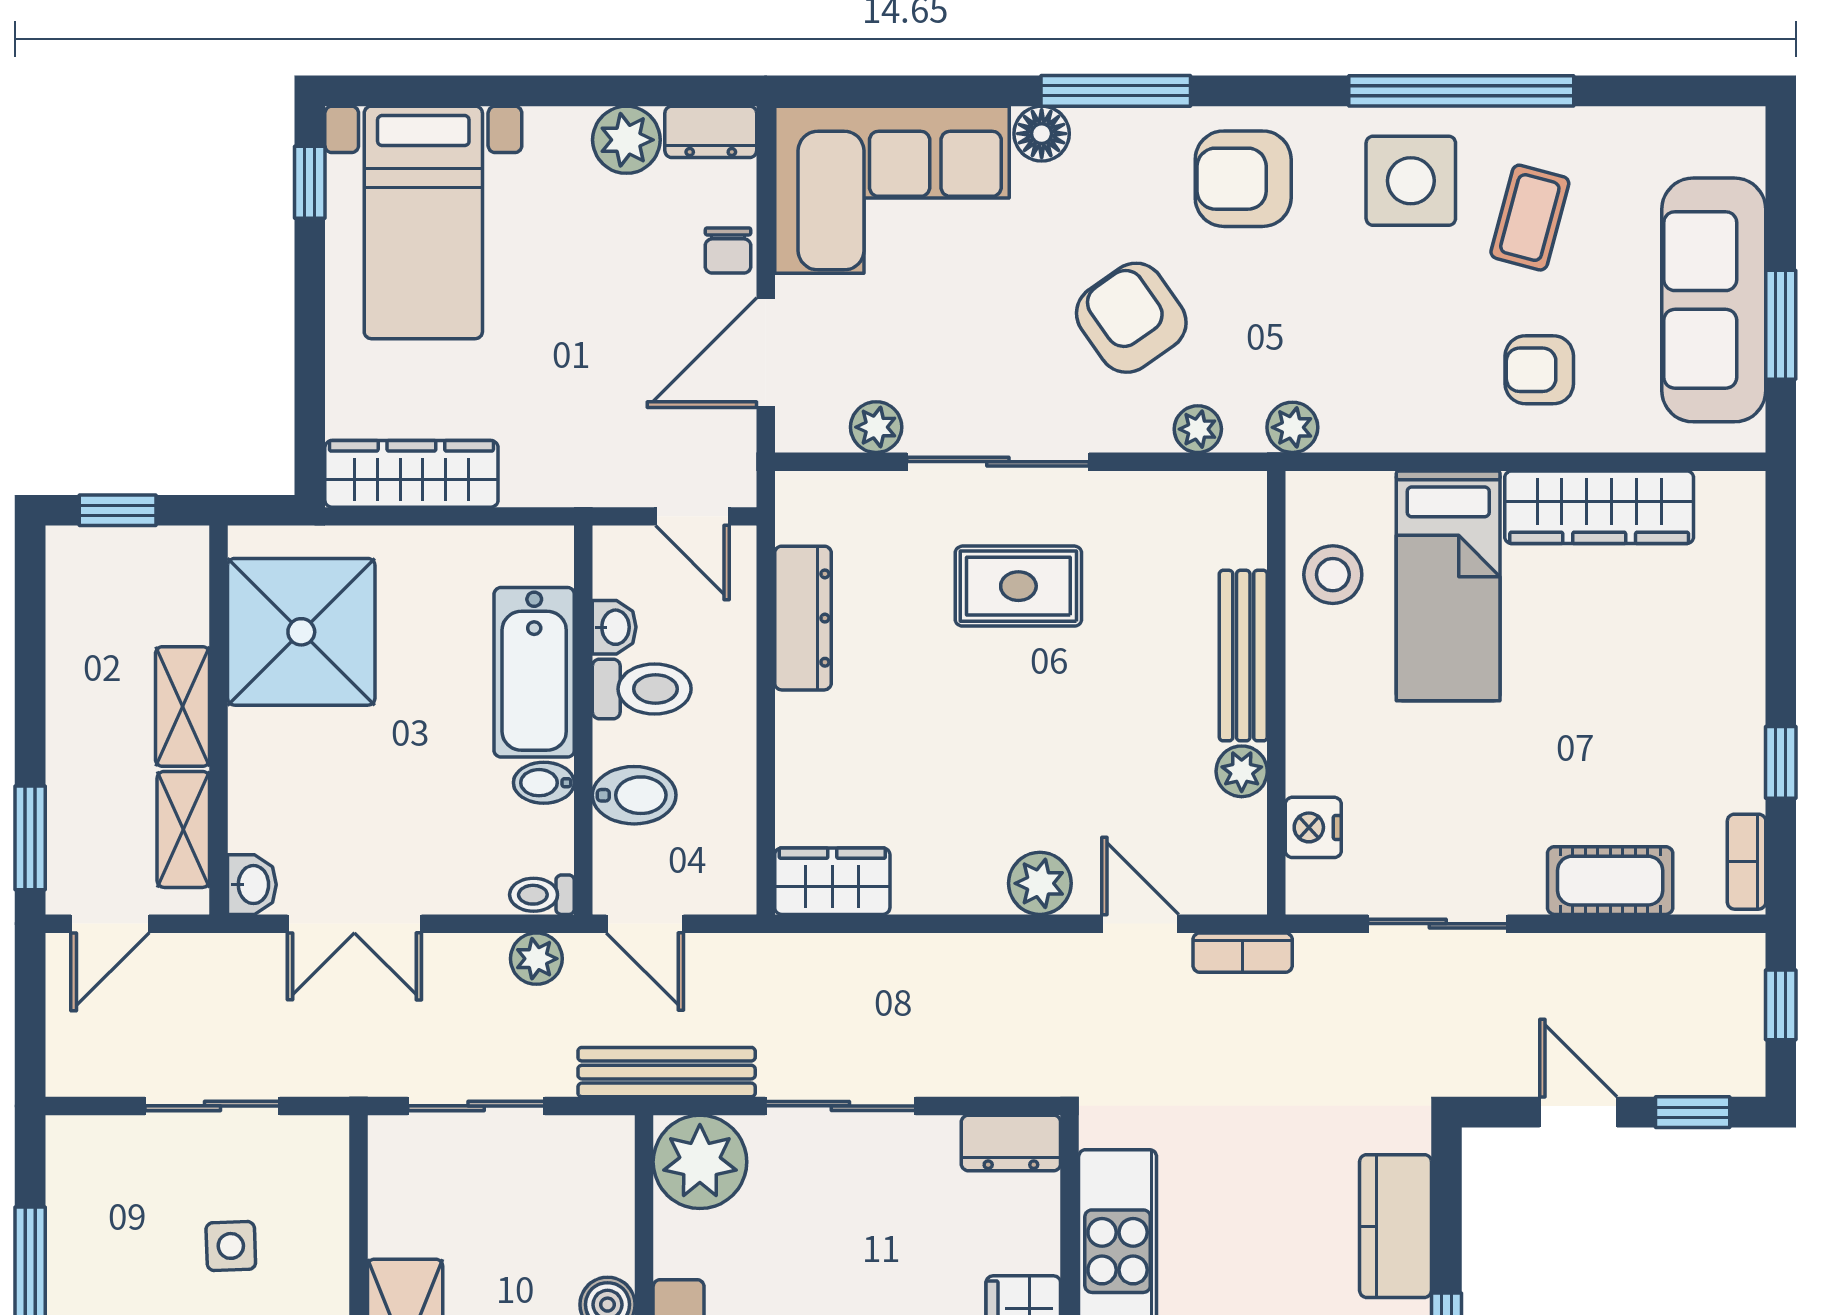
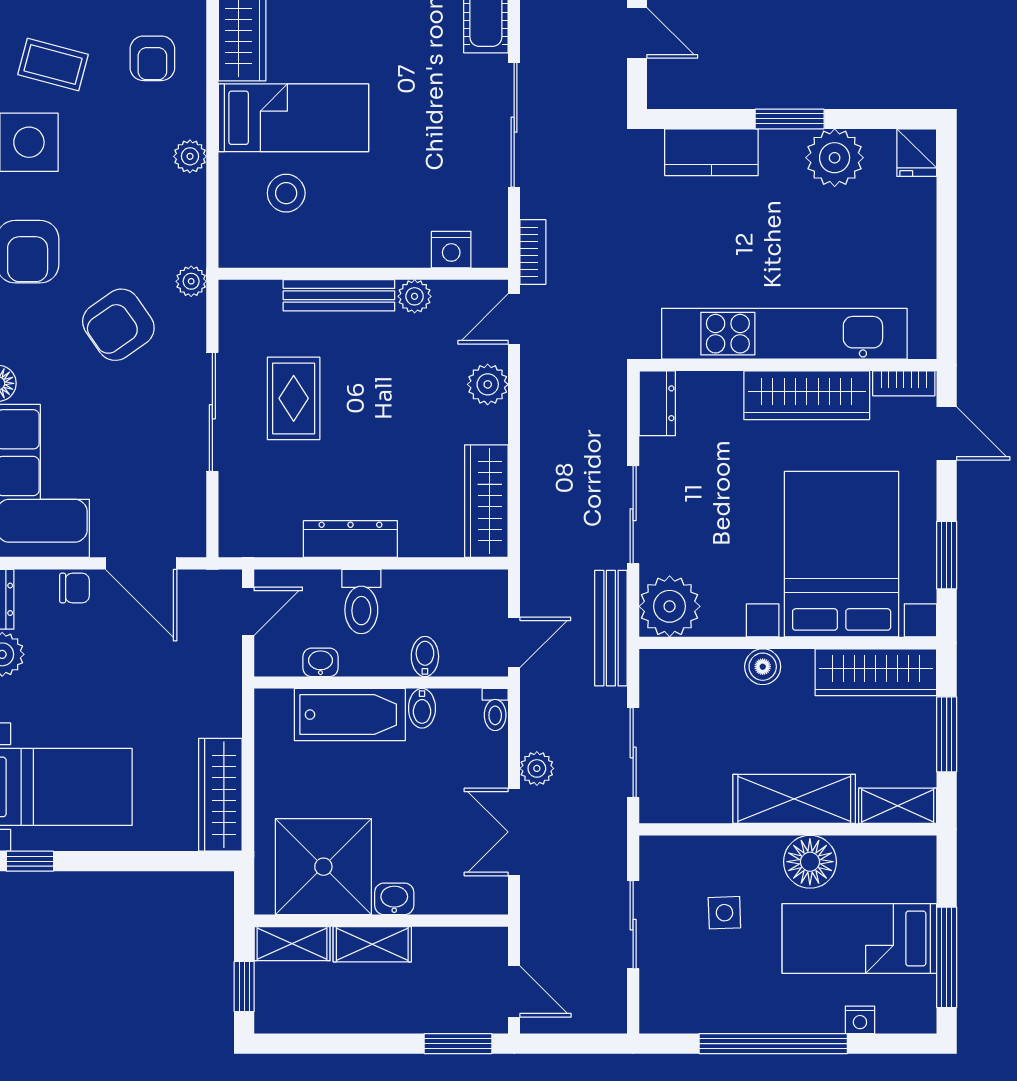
plant: (876, 427) -> (190, 491), removed
plant: (1292, 427) -> (190, 156), moved
dresser: (803, 618) -> (350, 539), moved
bench: (1243, 656) -> (339, 295), moved
toilet: (642, 689) -> (361, 602), moved, turned 180
wall: (1276, 693) -> (363, 274), moved
plant: (1242, 771) -> (415, 296), moved
bidet: (634, 795) -> (425, 656), width x0.72, depth x0.74
nightstand: (1313, 827) -> (451, 250), moved
shelving: (183, 829) -> (292, 944), moved
wardrobe: (832, 881) -> (486, 501), width x1.50
washbasin: (252, 885) -> (394, 899), moved
double door: (354, 924) -> (514, 832), swing flipped
sliding door: (1438, 924) -> (514, 125), width x1.37
plant: (536, 959) -> (537, 768), moved
door: (1578, 1112) -> (637, 33), swing flipped

